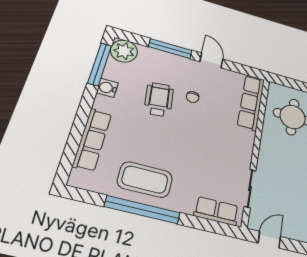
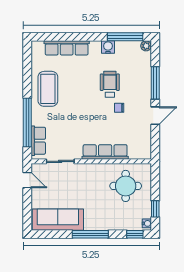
plant: (124, 51) -> (146, 46), width x0.53, depth x0.53
wheelchair: (159, 99) -> (110, 84), turned -84
row of seats: (251, 102) -> (105, 152), moved
window: (142, 210) -> (27, 122), moved

